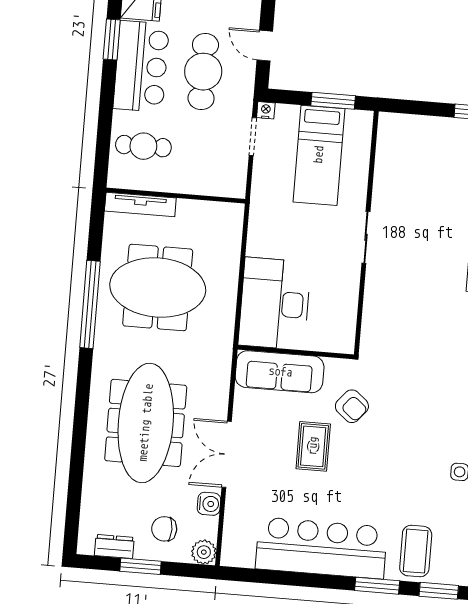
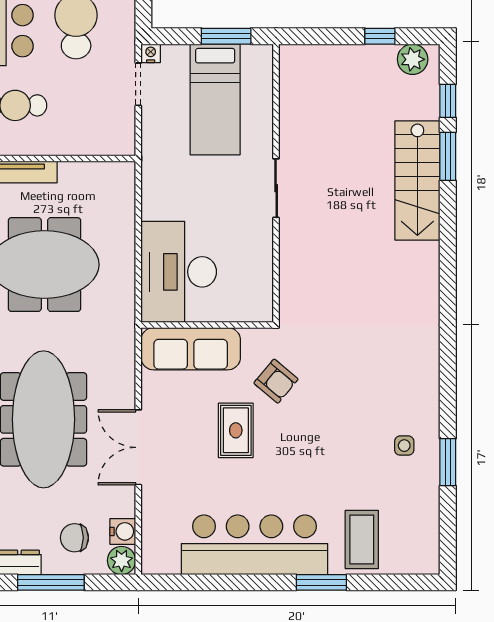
water cooler: (209, 504) -> (123, 531), moved
window: (140, 566) -> (51, 582), width x1.44
window: (439, 591) -> (392, 582), removed

